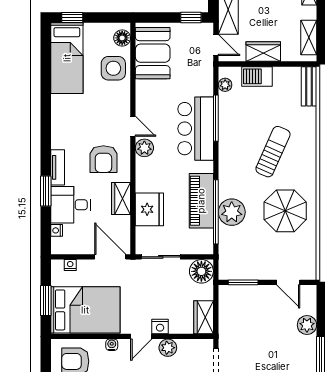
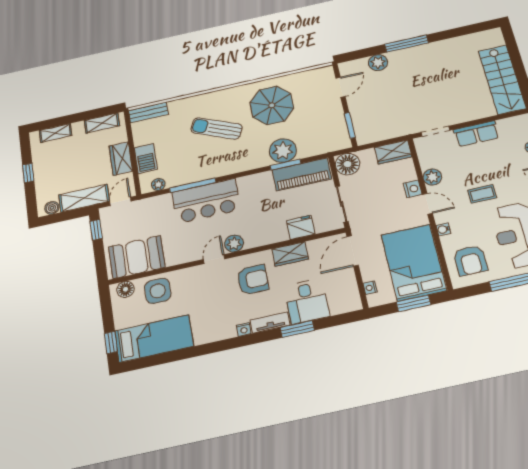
piano: (201, 201) -> (302, 174), moved
fridge: (149, 209) -> (301, 227), width x0.73, depth x0.75
window: (216, 212) -> (285, 165), width x0.47
nightstand: (57, 230) -> (244, 329), moved

